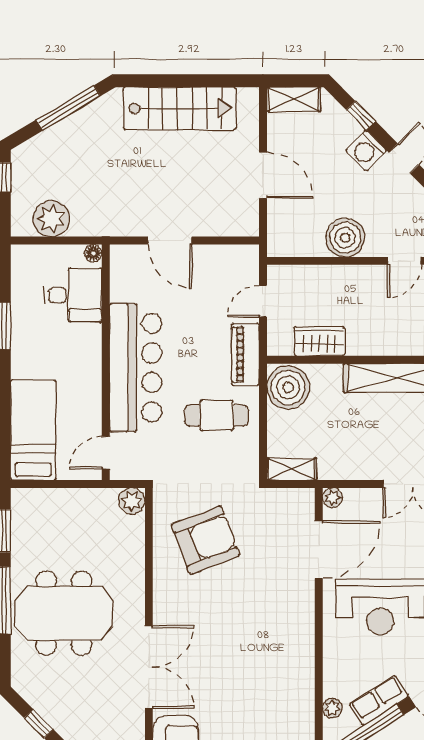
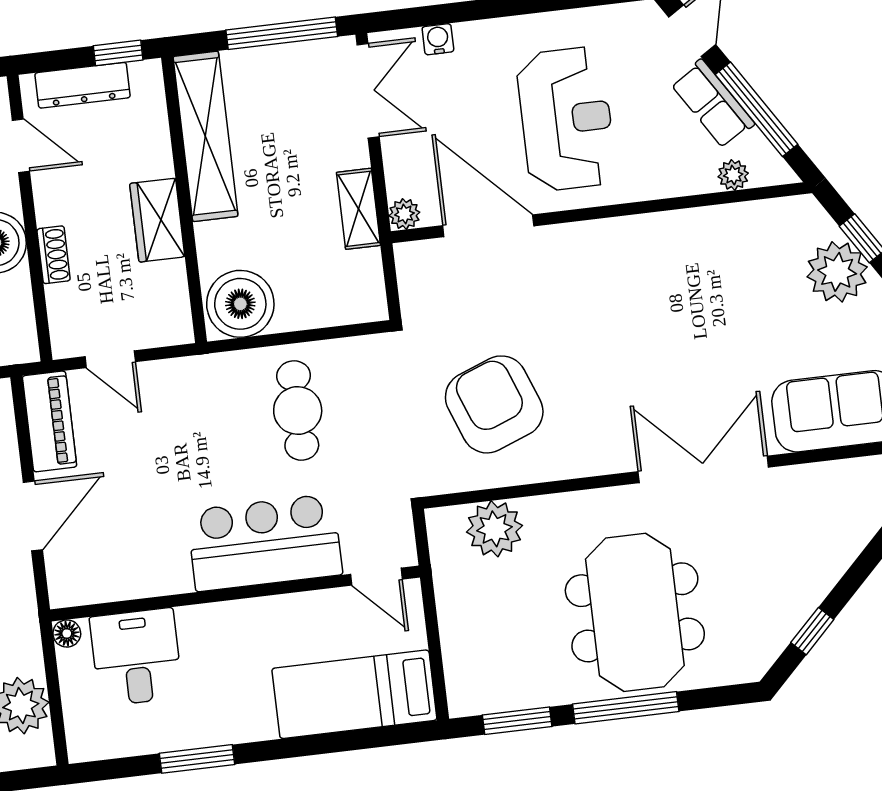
shoe rack: (333, 273) -> (54, 255), added
wardrobe: (319, 341) -> (157, 220), moved
piano: (245, 354) -> (50, 421), moved, turned -90
bar counter: (136, 368) -> (265, 543), width x0.73
shelving: (292, 469) -> (358, 209), moved
plant: (132, 501) -> (495, 529), moved, width x1.36, depth x1.36

